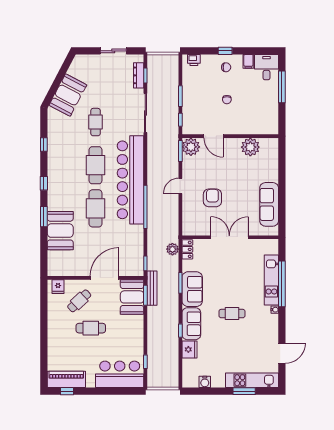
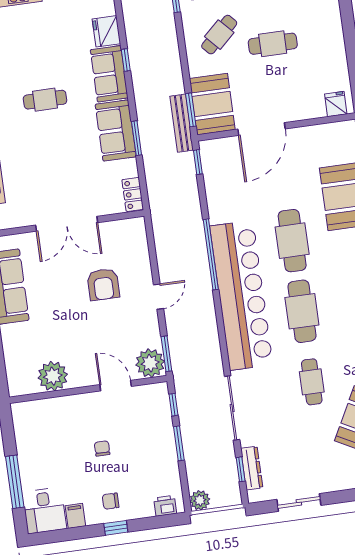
plant: (172, 249) -> (200, 500), moved
cafe table: (79, 301) -> (219, 35), moved

